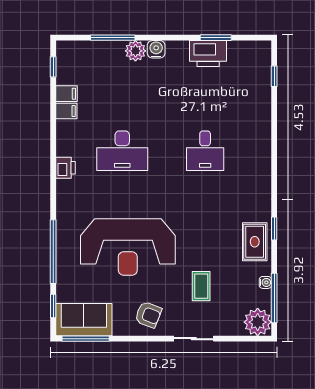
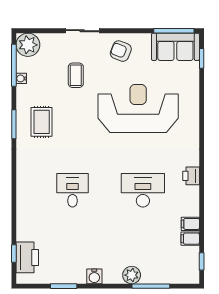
water cooler: (156, 49) -> (94, 276), moved
printer: (208, 54) -> (27, 257), moved, turned 90
window: (274, 228) -> (14, 124), width x1.50
rug: (255, 242) -> (42, 122), moved
window: (53, 252) -> (202, 105), removed

